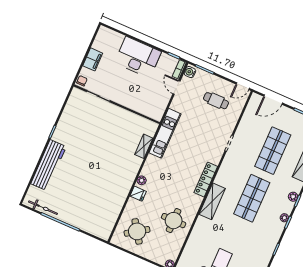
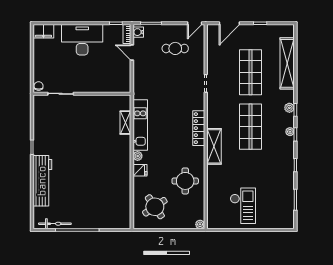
filing cabinet: (93, 59) -> (43, 31), moved, turned 90
kitchen unit: (165, 133) -> (140, 125), moved

